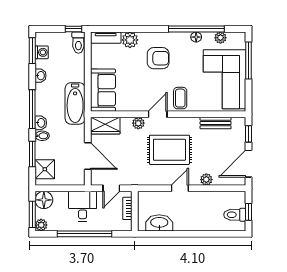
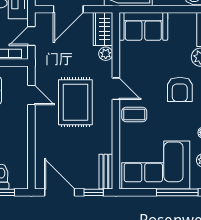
plant: (138, 123) -> (106, 54), moved
bench: (216, 123) -> (106, 172), moved
plant: (206, 180) -> (41, 144), removed
door: (111, 188) -> (31, 36), hinge flipped
door: (180, 188) -> (31, 95), moved

